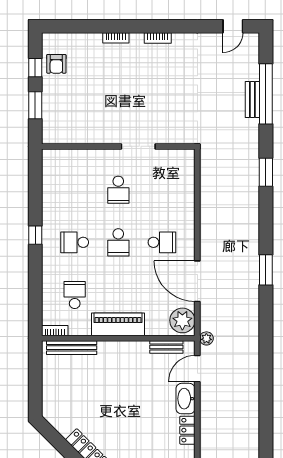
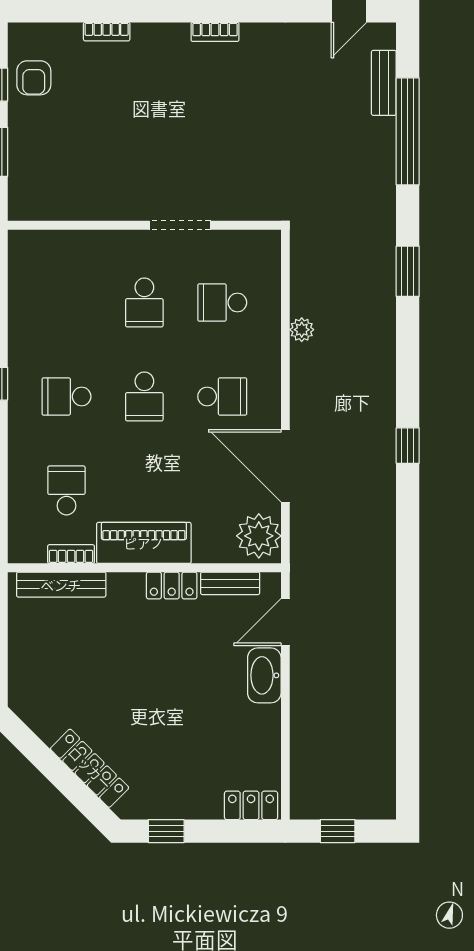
bookcase: (116, 38) -> (107, 32), moved
bench: (252, 100) -> (384, 83), moved
school desk: (162, 190) -> (222, 302), added
window: (266, 270) -> (408, 446), width x0.67
bookcase: (55, 331) -> (71, 554), moved
plant: (206, 338) -> (302, 330), moved
locker: (187, 430) -> (172, 585), moved, turned -90

